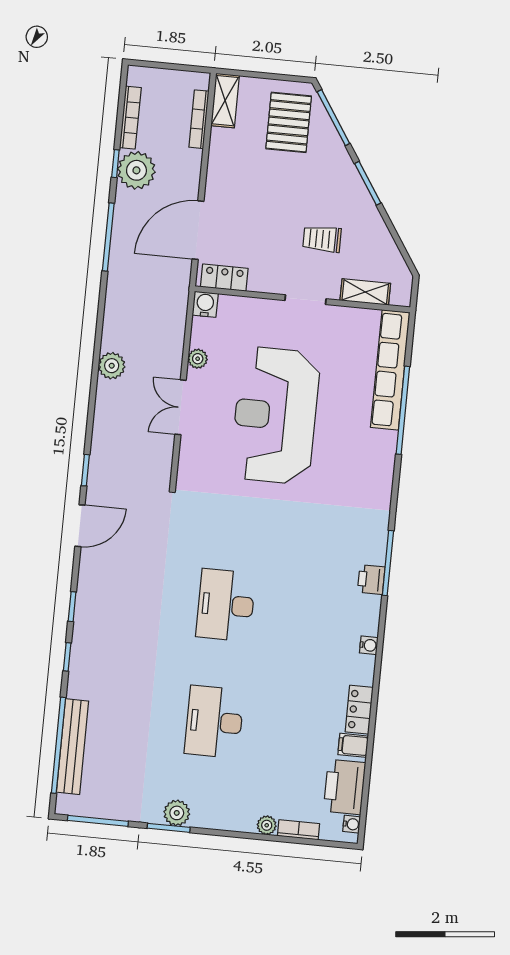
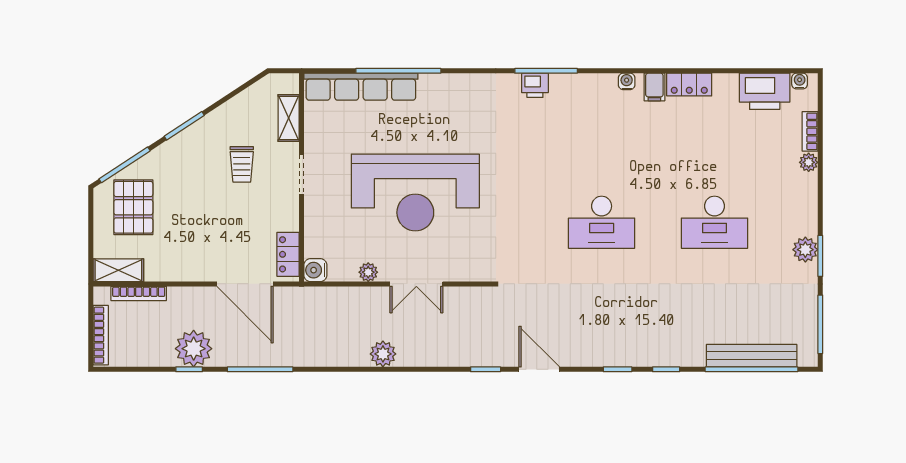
bookcase: (130, 118) -> (101, 335), moved, turned 90
pallet: (289, 122) -> (133, 207), turned 90
printer: (371, 580) -> (535, 85), moved
filing cabinet: (353, 745) -> (654, 87), moved

